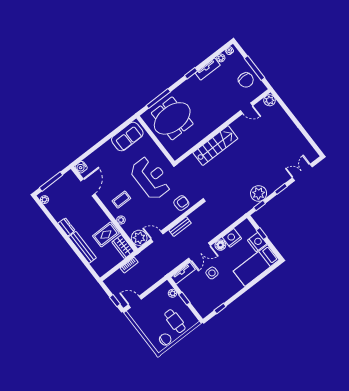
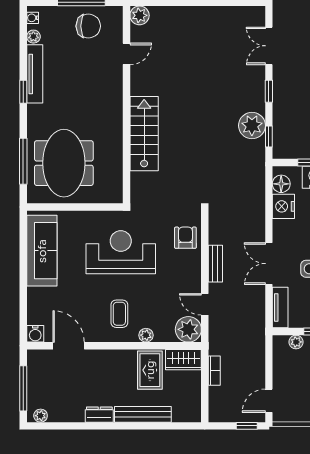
tv unit: (208, 69) -> (35, 74), width x1.41
sofa: (127, 137) -> (42, 251), width x1.36
door: (157, 236) -> (205, 304), hinge flipped
floor lamp: (220, 245) -> (281, 184), moved
double door: (200, 252) -> (269, 264), swing flipped

